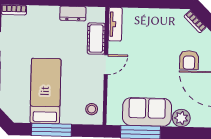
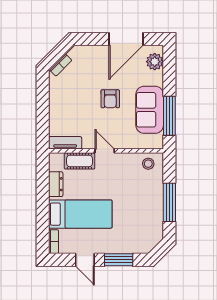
armchair: (189, 60) -> (110, 99), moved, turned 90
bed: (45, 91) -> (80, 214), moved, turned 180
plant: (181, 118) -> (155, 62), moved

